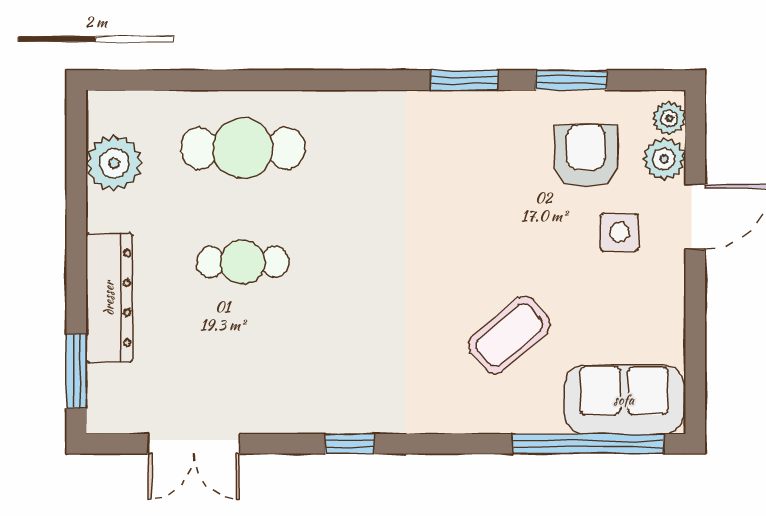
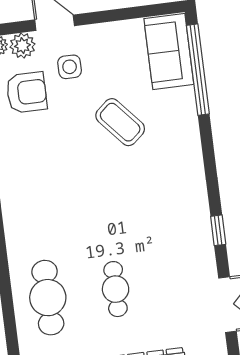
armchair: (586, 156) -> (27, 92), turned 180
coffee table: (509, 335) -> (120, 122), moved
window: (350, 444) -> (218, 230), moved

